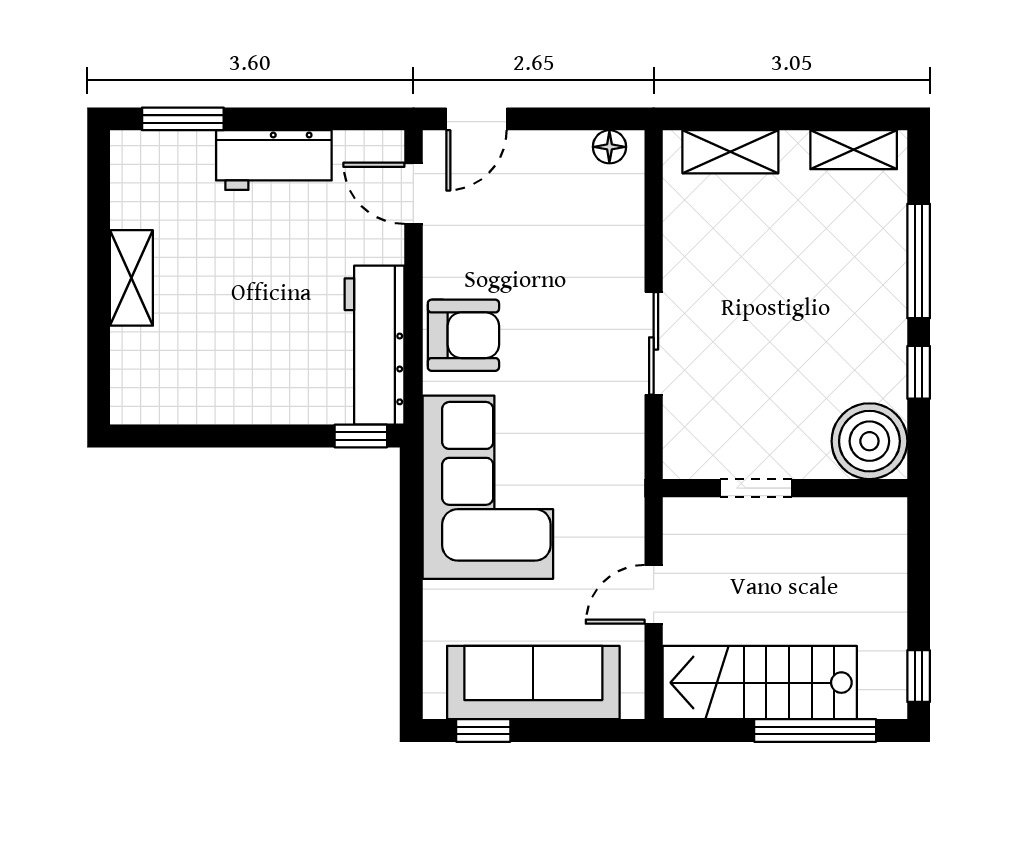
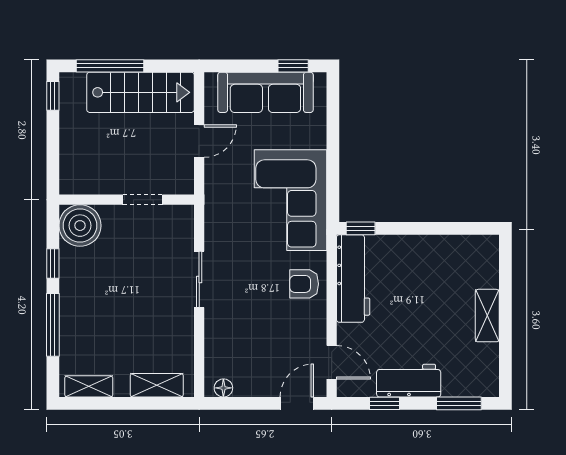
window: (318, 119) -> (385, 403), added
armchair: (463, 335) -> (304, 284), width x0.72, depth x0.72

